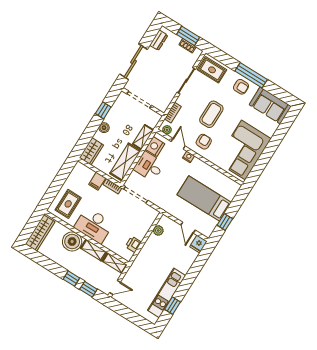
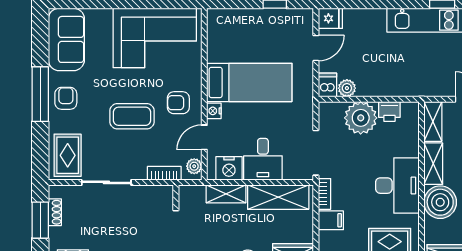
bed: (204, 198) -> (249, 82), moved, turned -90
dishwasher: (166, 222) -> (328, 85), added
plant: (139, 228) -> (361, 118), added

